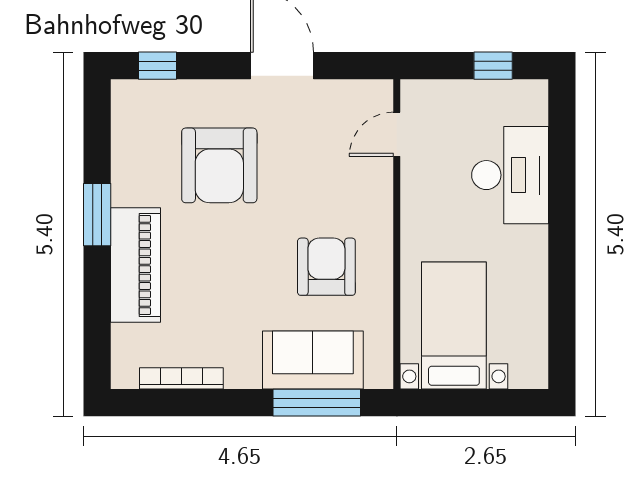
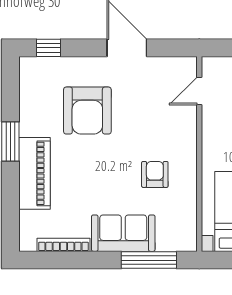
armchair: (326, 267) -> (155, 174), width x0.72, depth x0.72
sofa: (313, 360) -> (123, 233), moved

